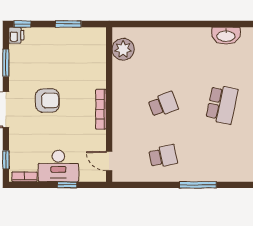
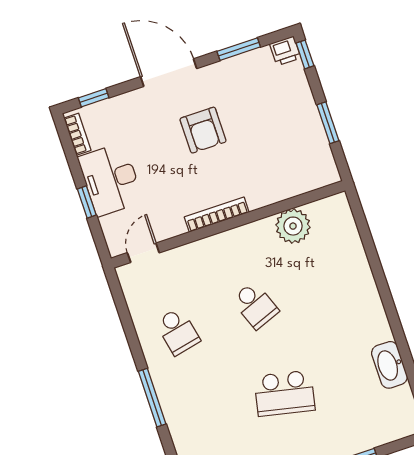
plant: (123, 49) -> (293, 226), moved

